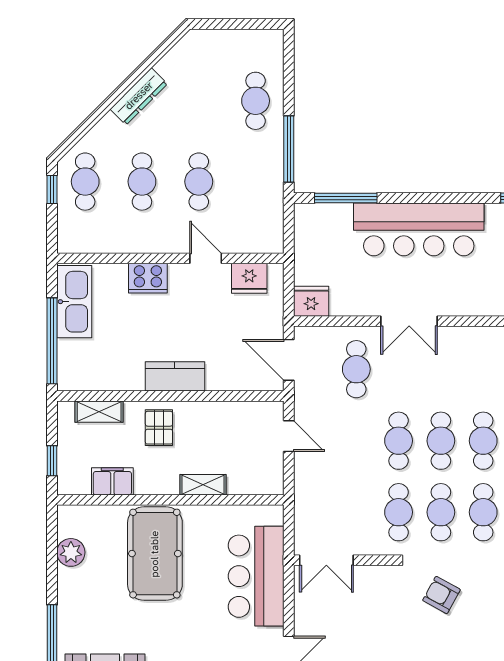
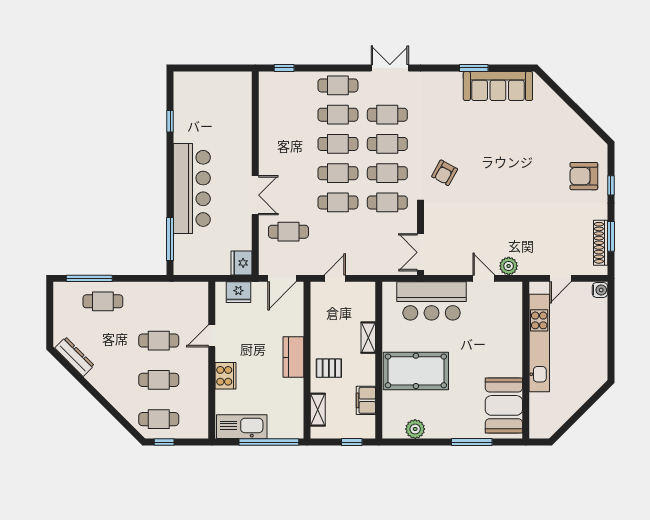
dresser: (139, 96) -> (74, 357), moved
window: (289, 149) -> (89, 278), moved
fridge: (249, 278) -> (238, 292), moved, turned 90
double door: (326, 560) -> (421, 252), swing flipped

